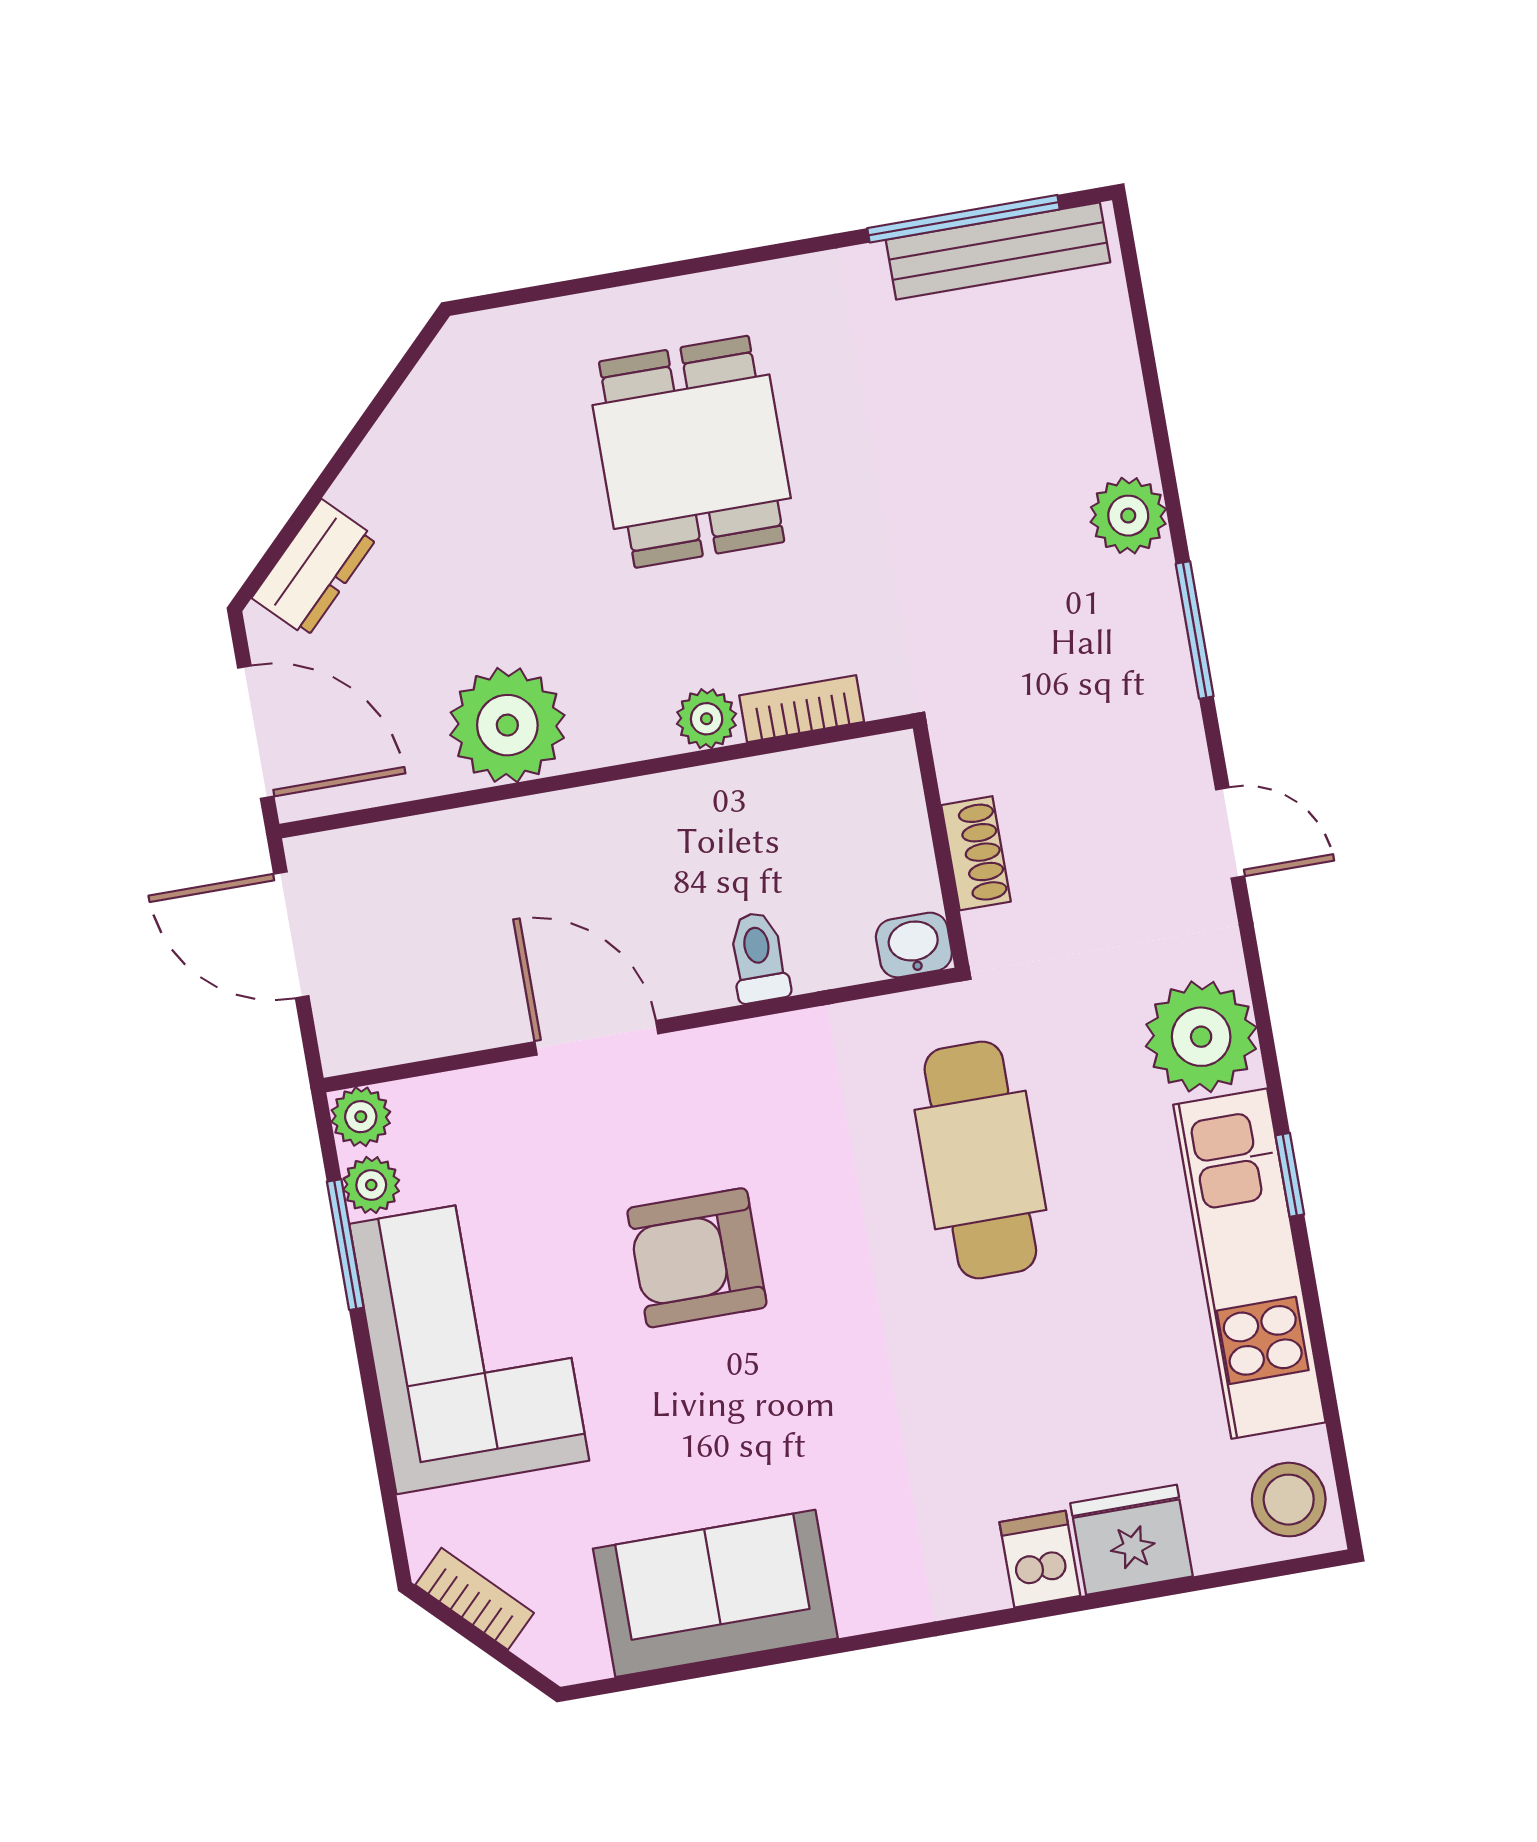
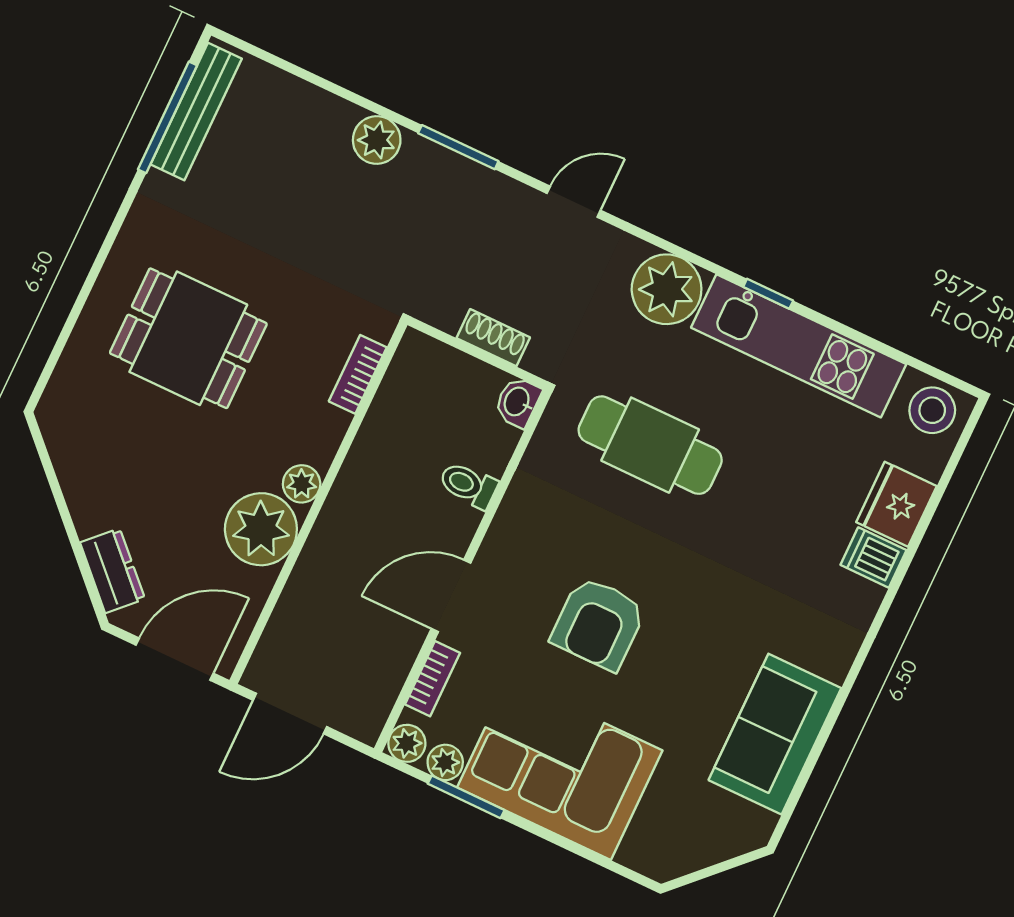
plant: (707, 719) -> (302, 484), moved
bookcase: (475, 1599) -> (432, 679), moved, turned 135

